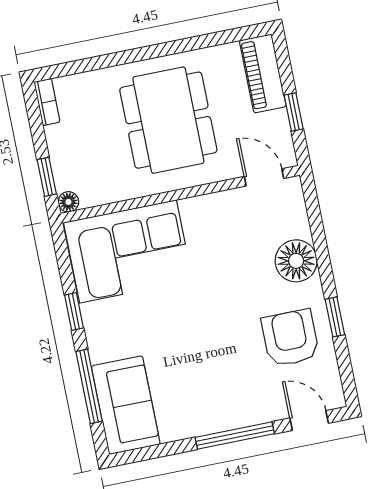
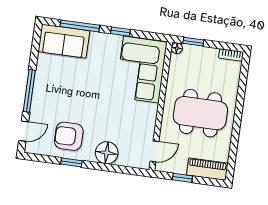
armchair: (290, 338) -> (69, 136), turned 180

